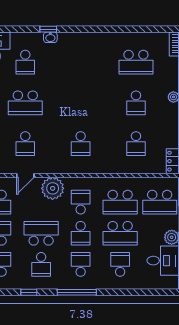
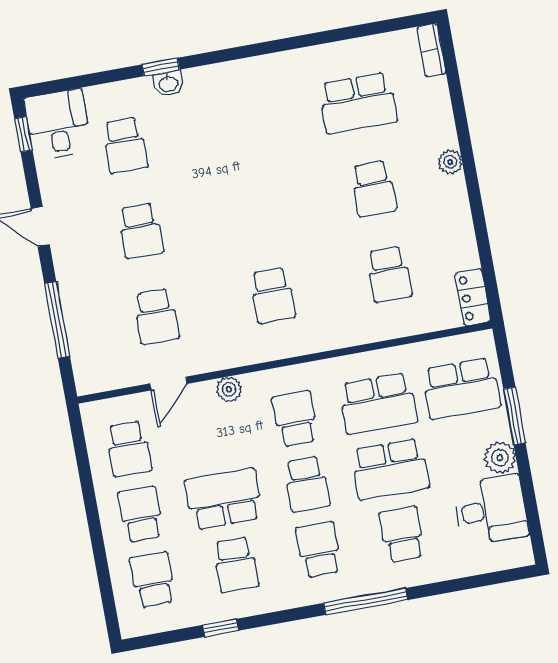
school desk: (25, 103) -> (141, 231), width x0.54
plant: (53, 188) -> (229, 389), width x0.53, depth x0.53
window: (77, 292) -> (365, 602), moved

